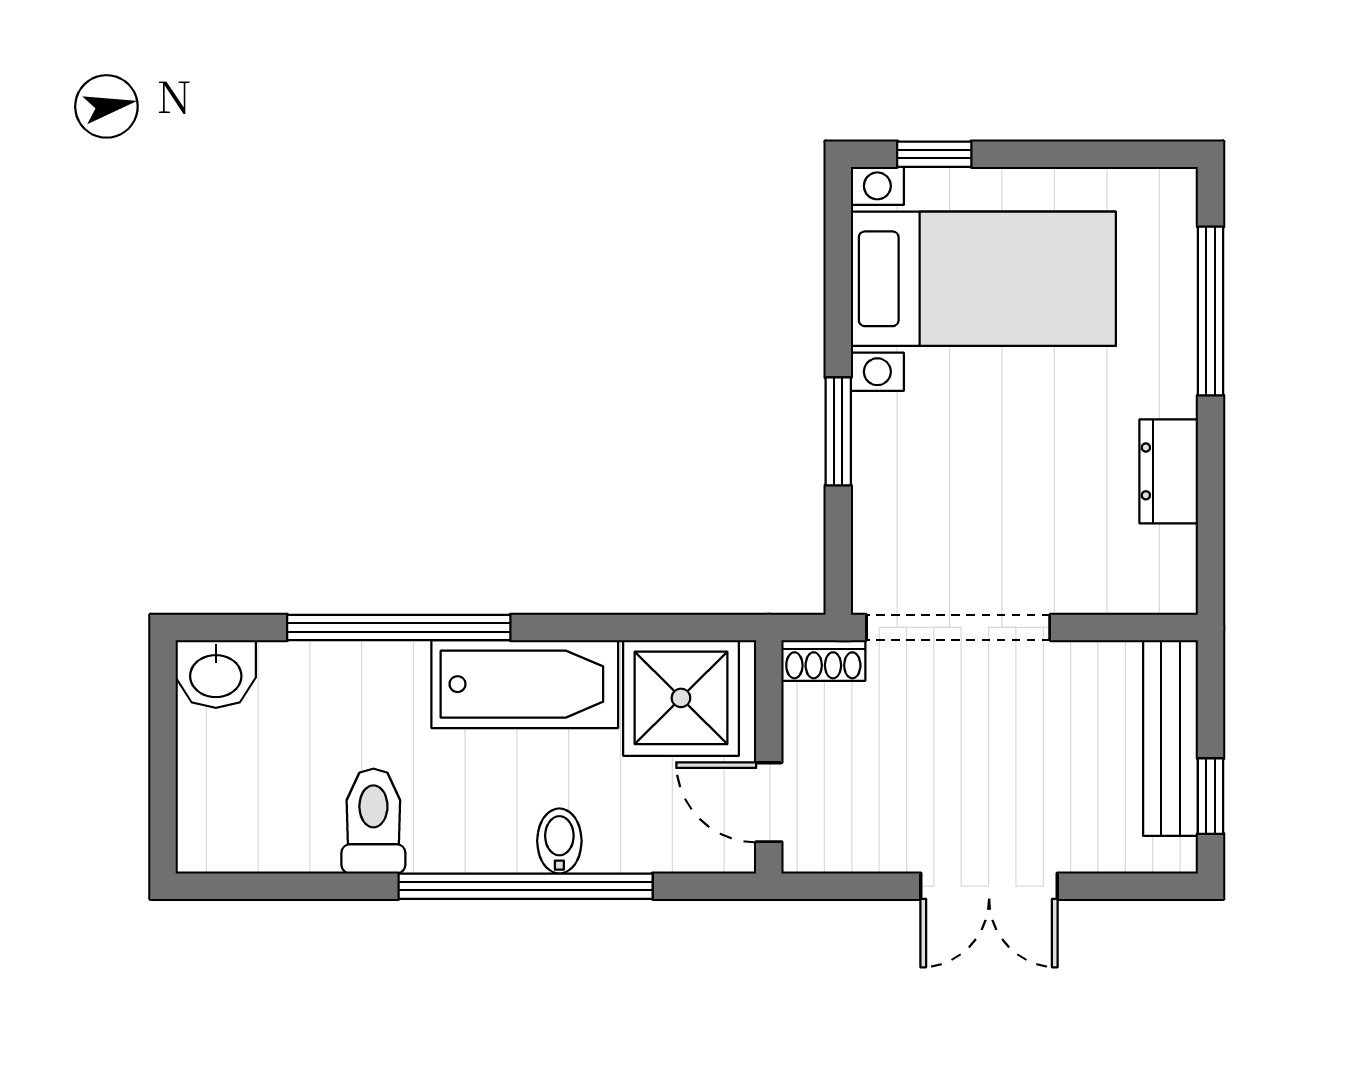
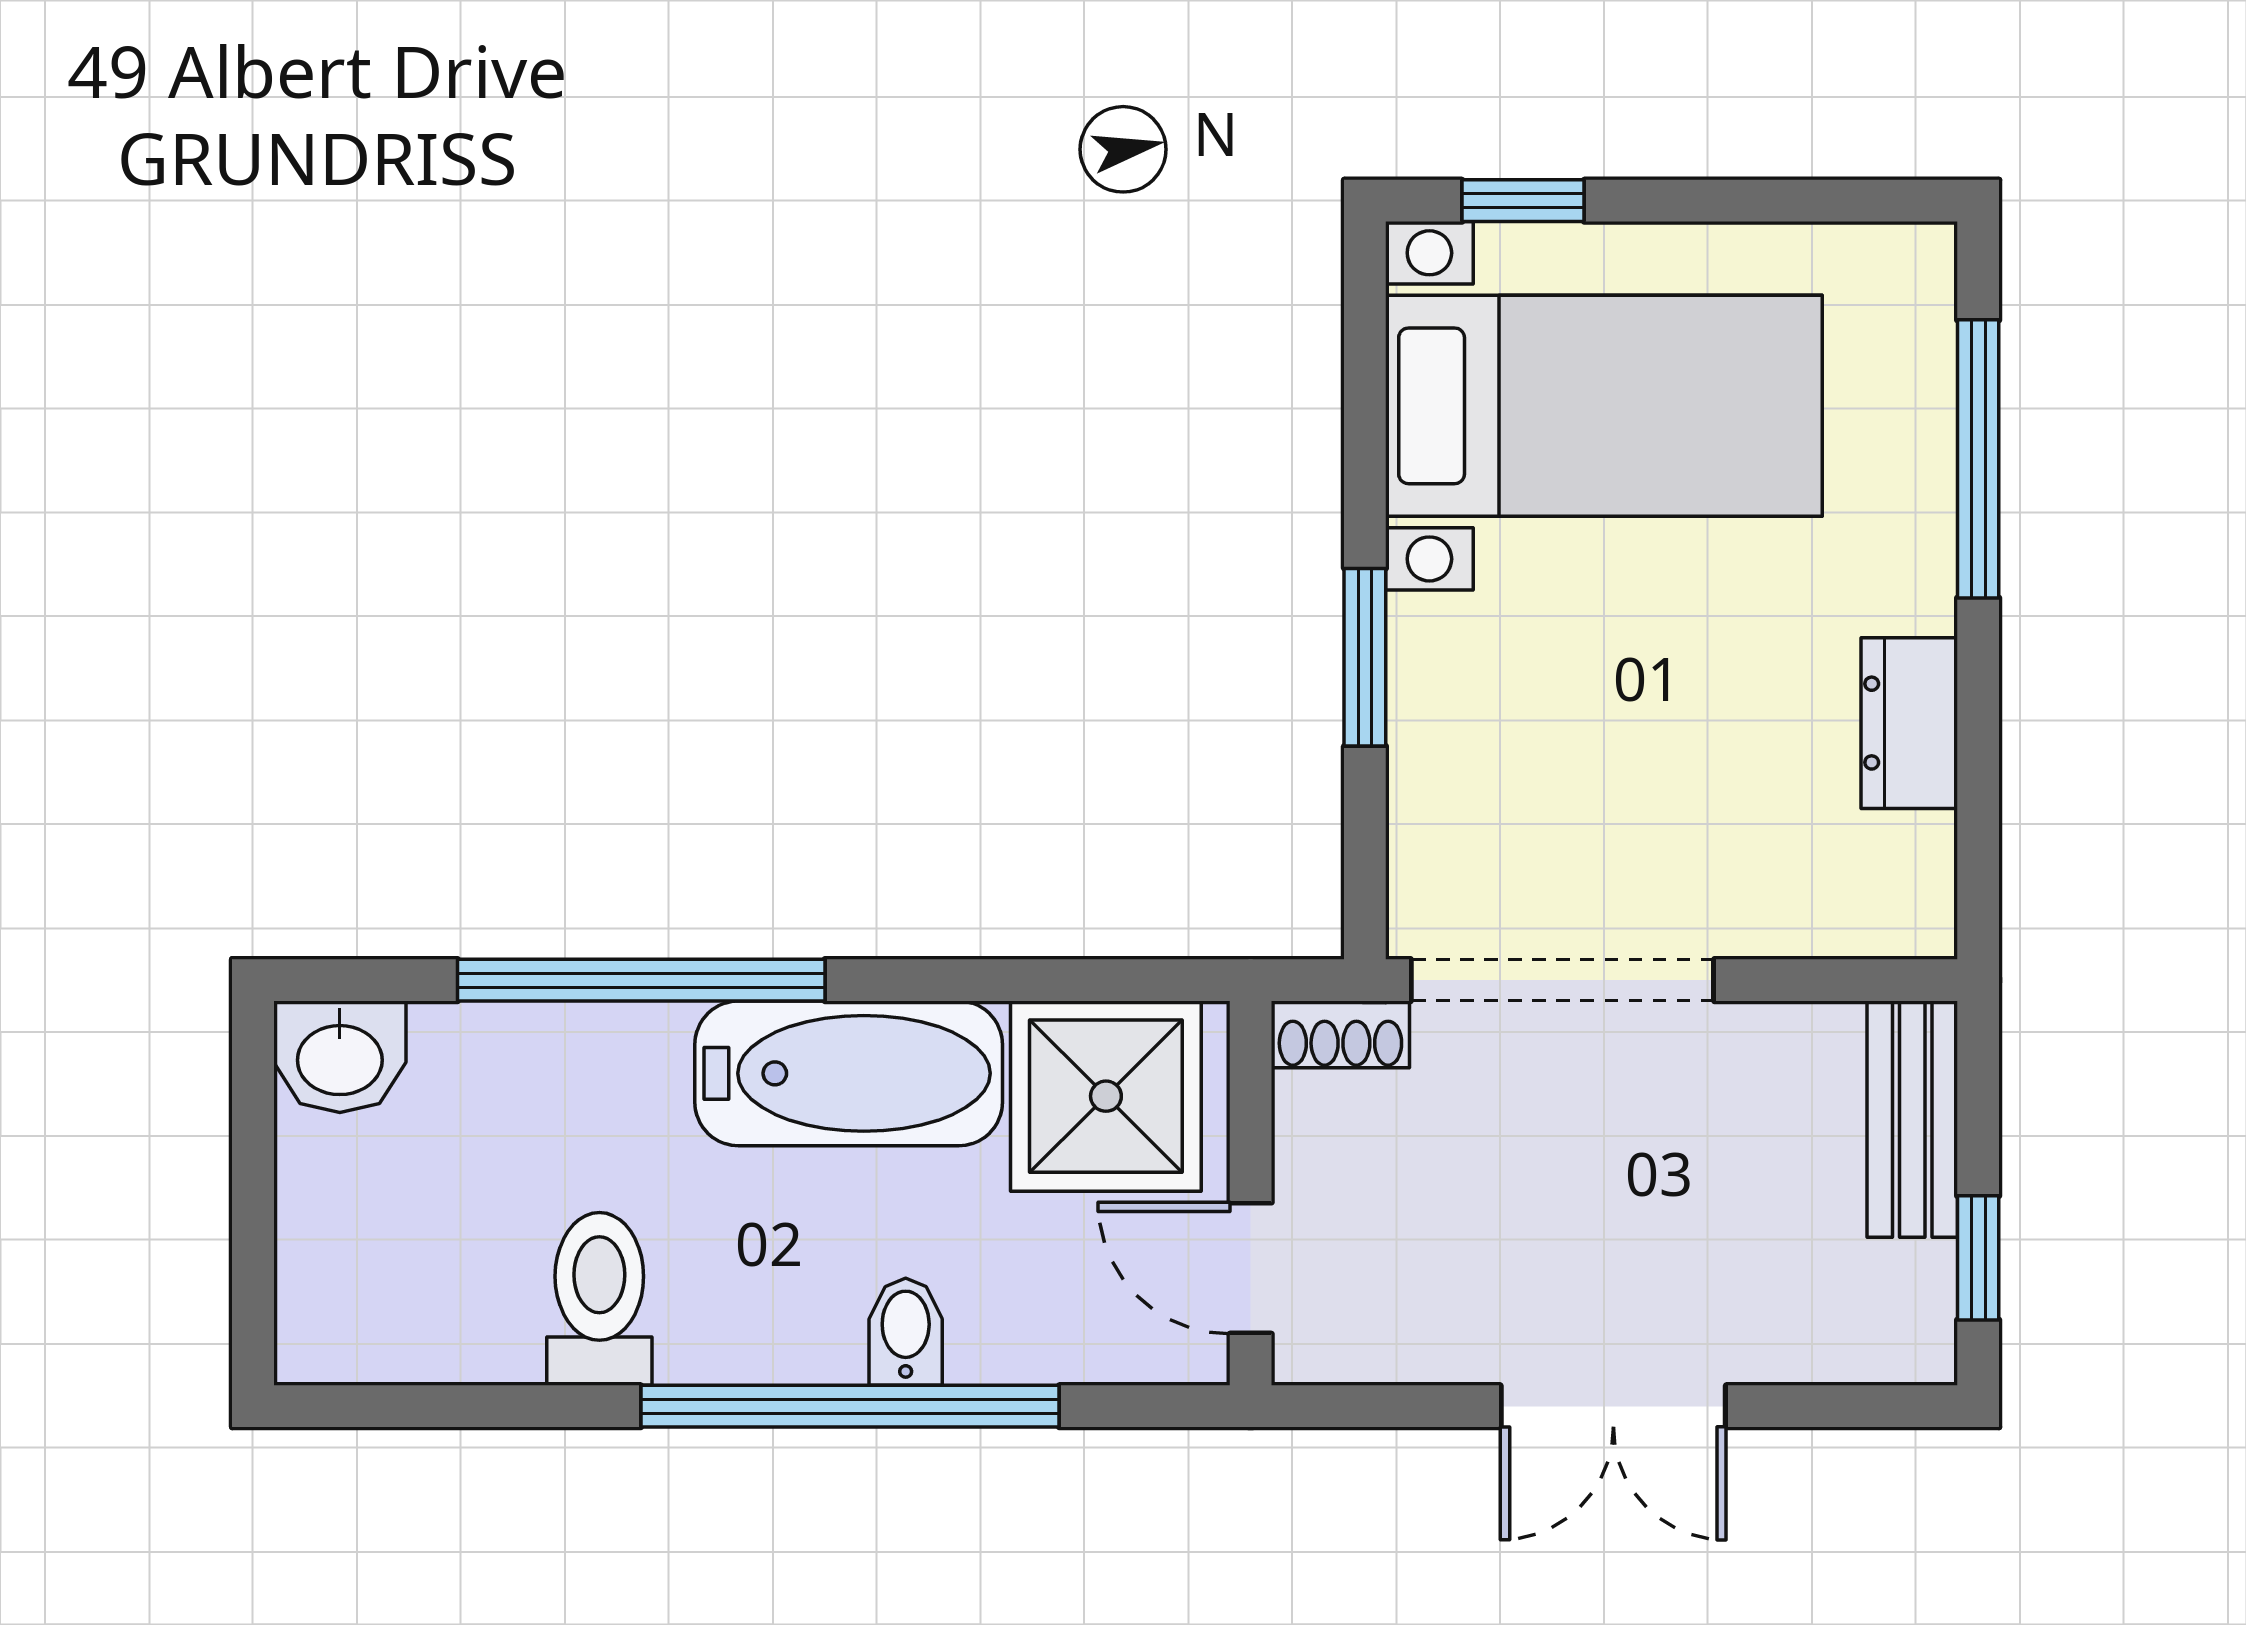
bench: (1170, 738) -> (1912, 1119), width x0.73

